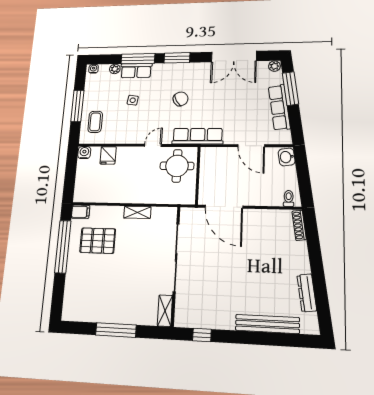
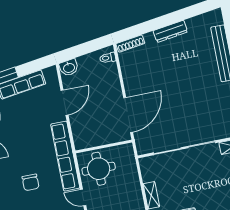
chair: (181, 99) -> (31, 182), turned -148
row of seats: (198, 136) -> (65, 156), width x1.36
dresser: (307, 293) -> (170, 31), moved

